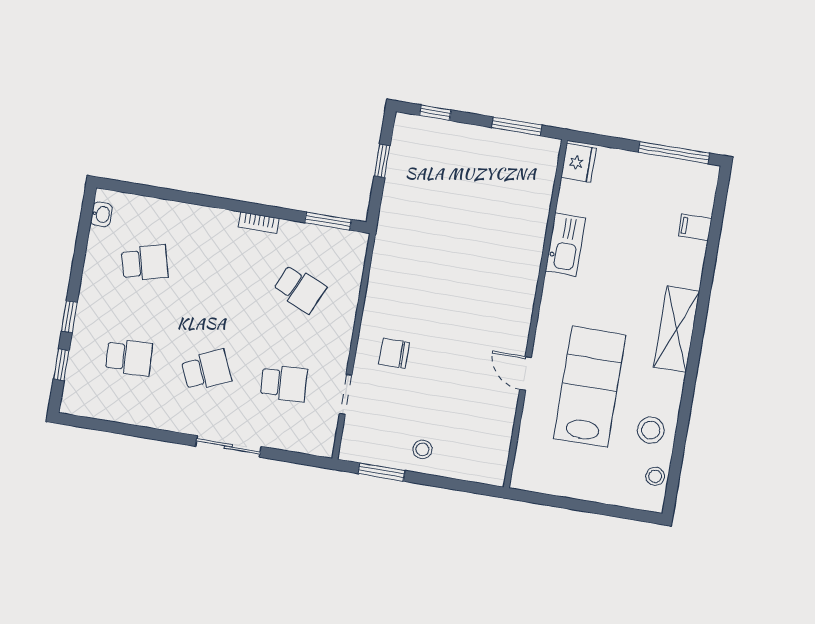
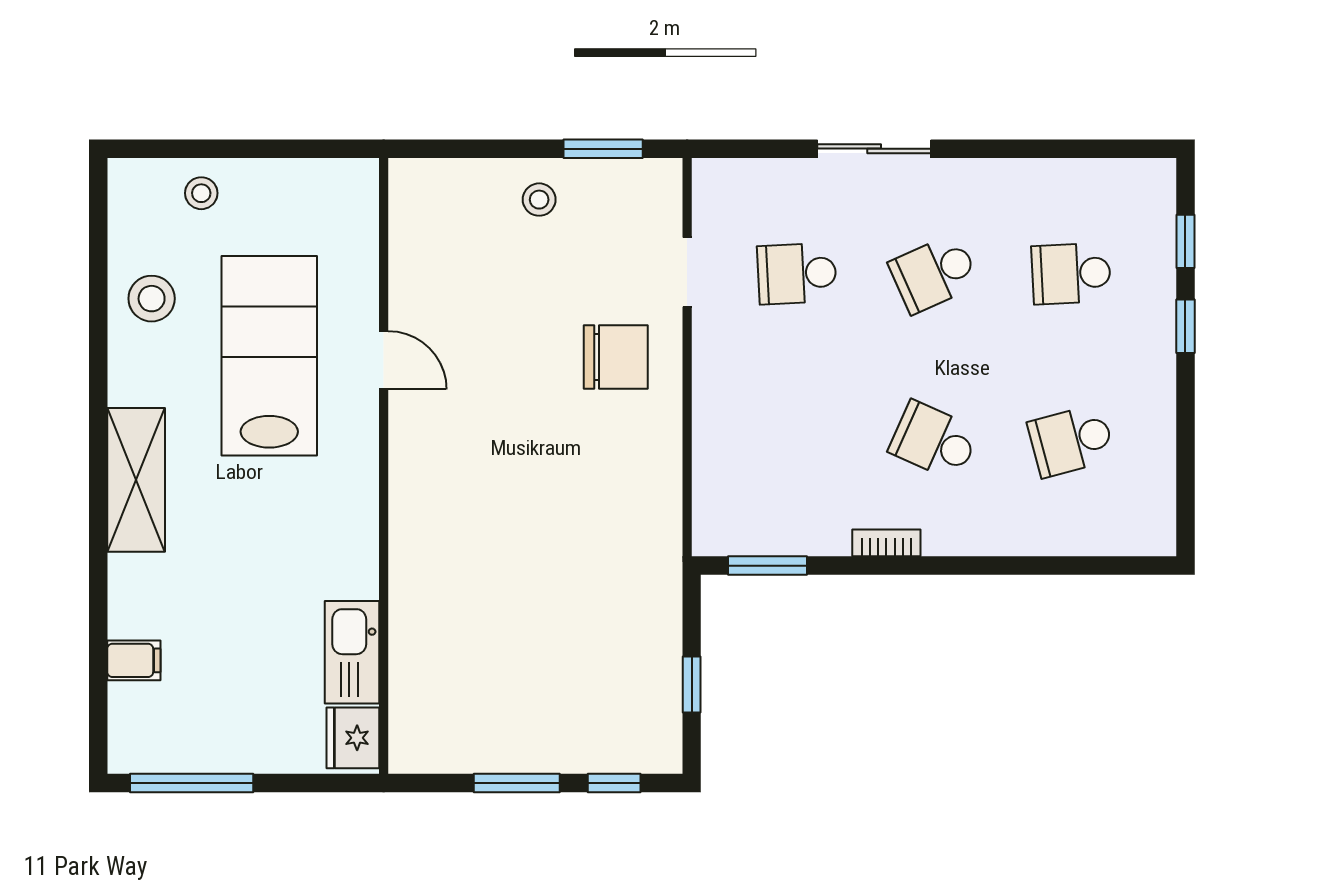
window: (517, 126) -> (517, 783), moved
washbasin: (101, 214) -> (1160, 512), removed
kitchen sink: (565, 244) -> (352, 652), moved
school desk: (300, 289) -> (934, 441), moved
chair: (394, 353) -> (616, 357), width x1.37, depth x1.37
lab bench: (590, 387) -> (269, 356), turned 180
stool: (655, 476) -> (201, 193), moved

